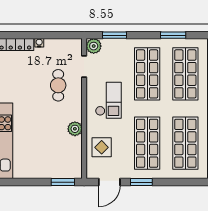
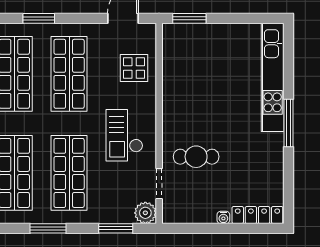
window: (173, 35) -> (48, 228), moved
cafe table: (58, 85) -> (196, 157), turned 90
plant: (75, 129) -> (172, 94), removed
window: (141, 182) -> (39, 18), moved

